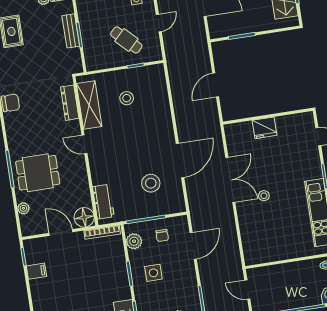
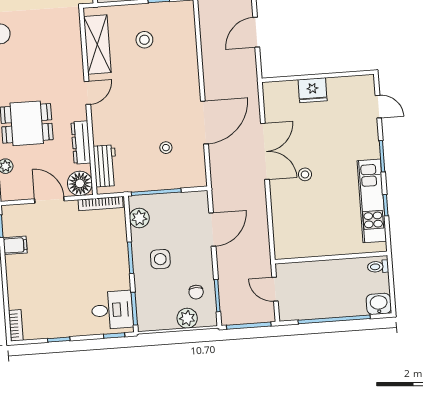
dresser: (70, 103) -> (81, 142), moved
door: (84, 144) -> (87, 93), swing flipped
stool: (151, 183) -> (166, 148), width x0.53, depth x0.53
chair: (162, 236) -> (196, 292), moved

